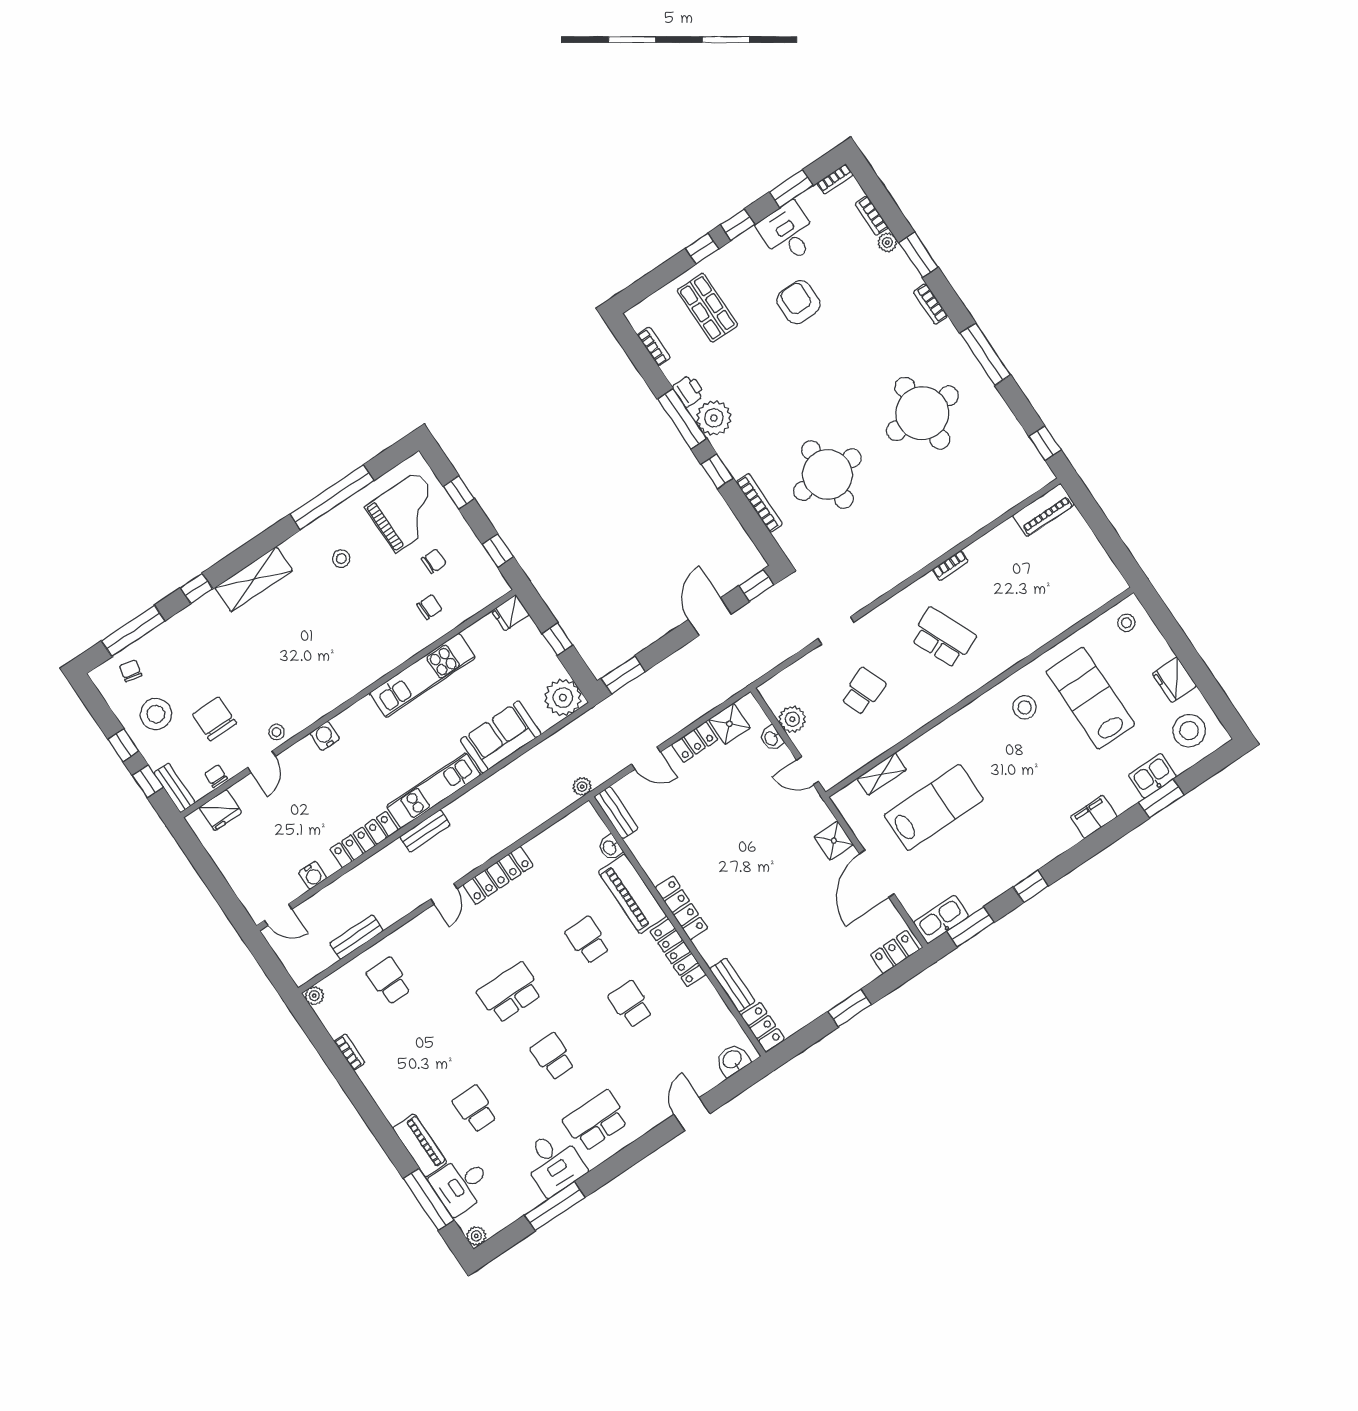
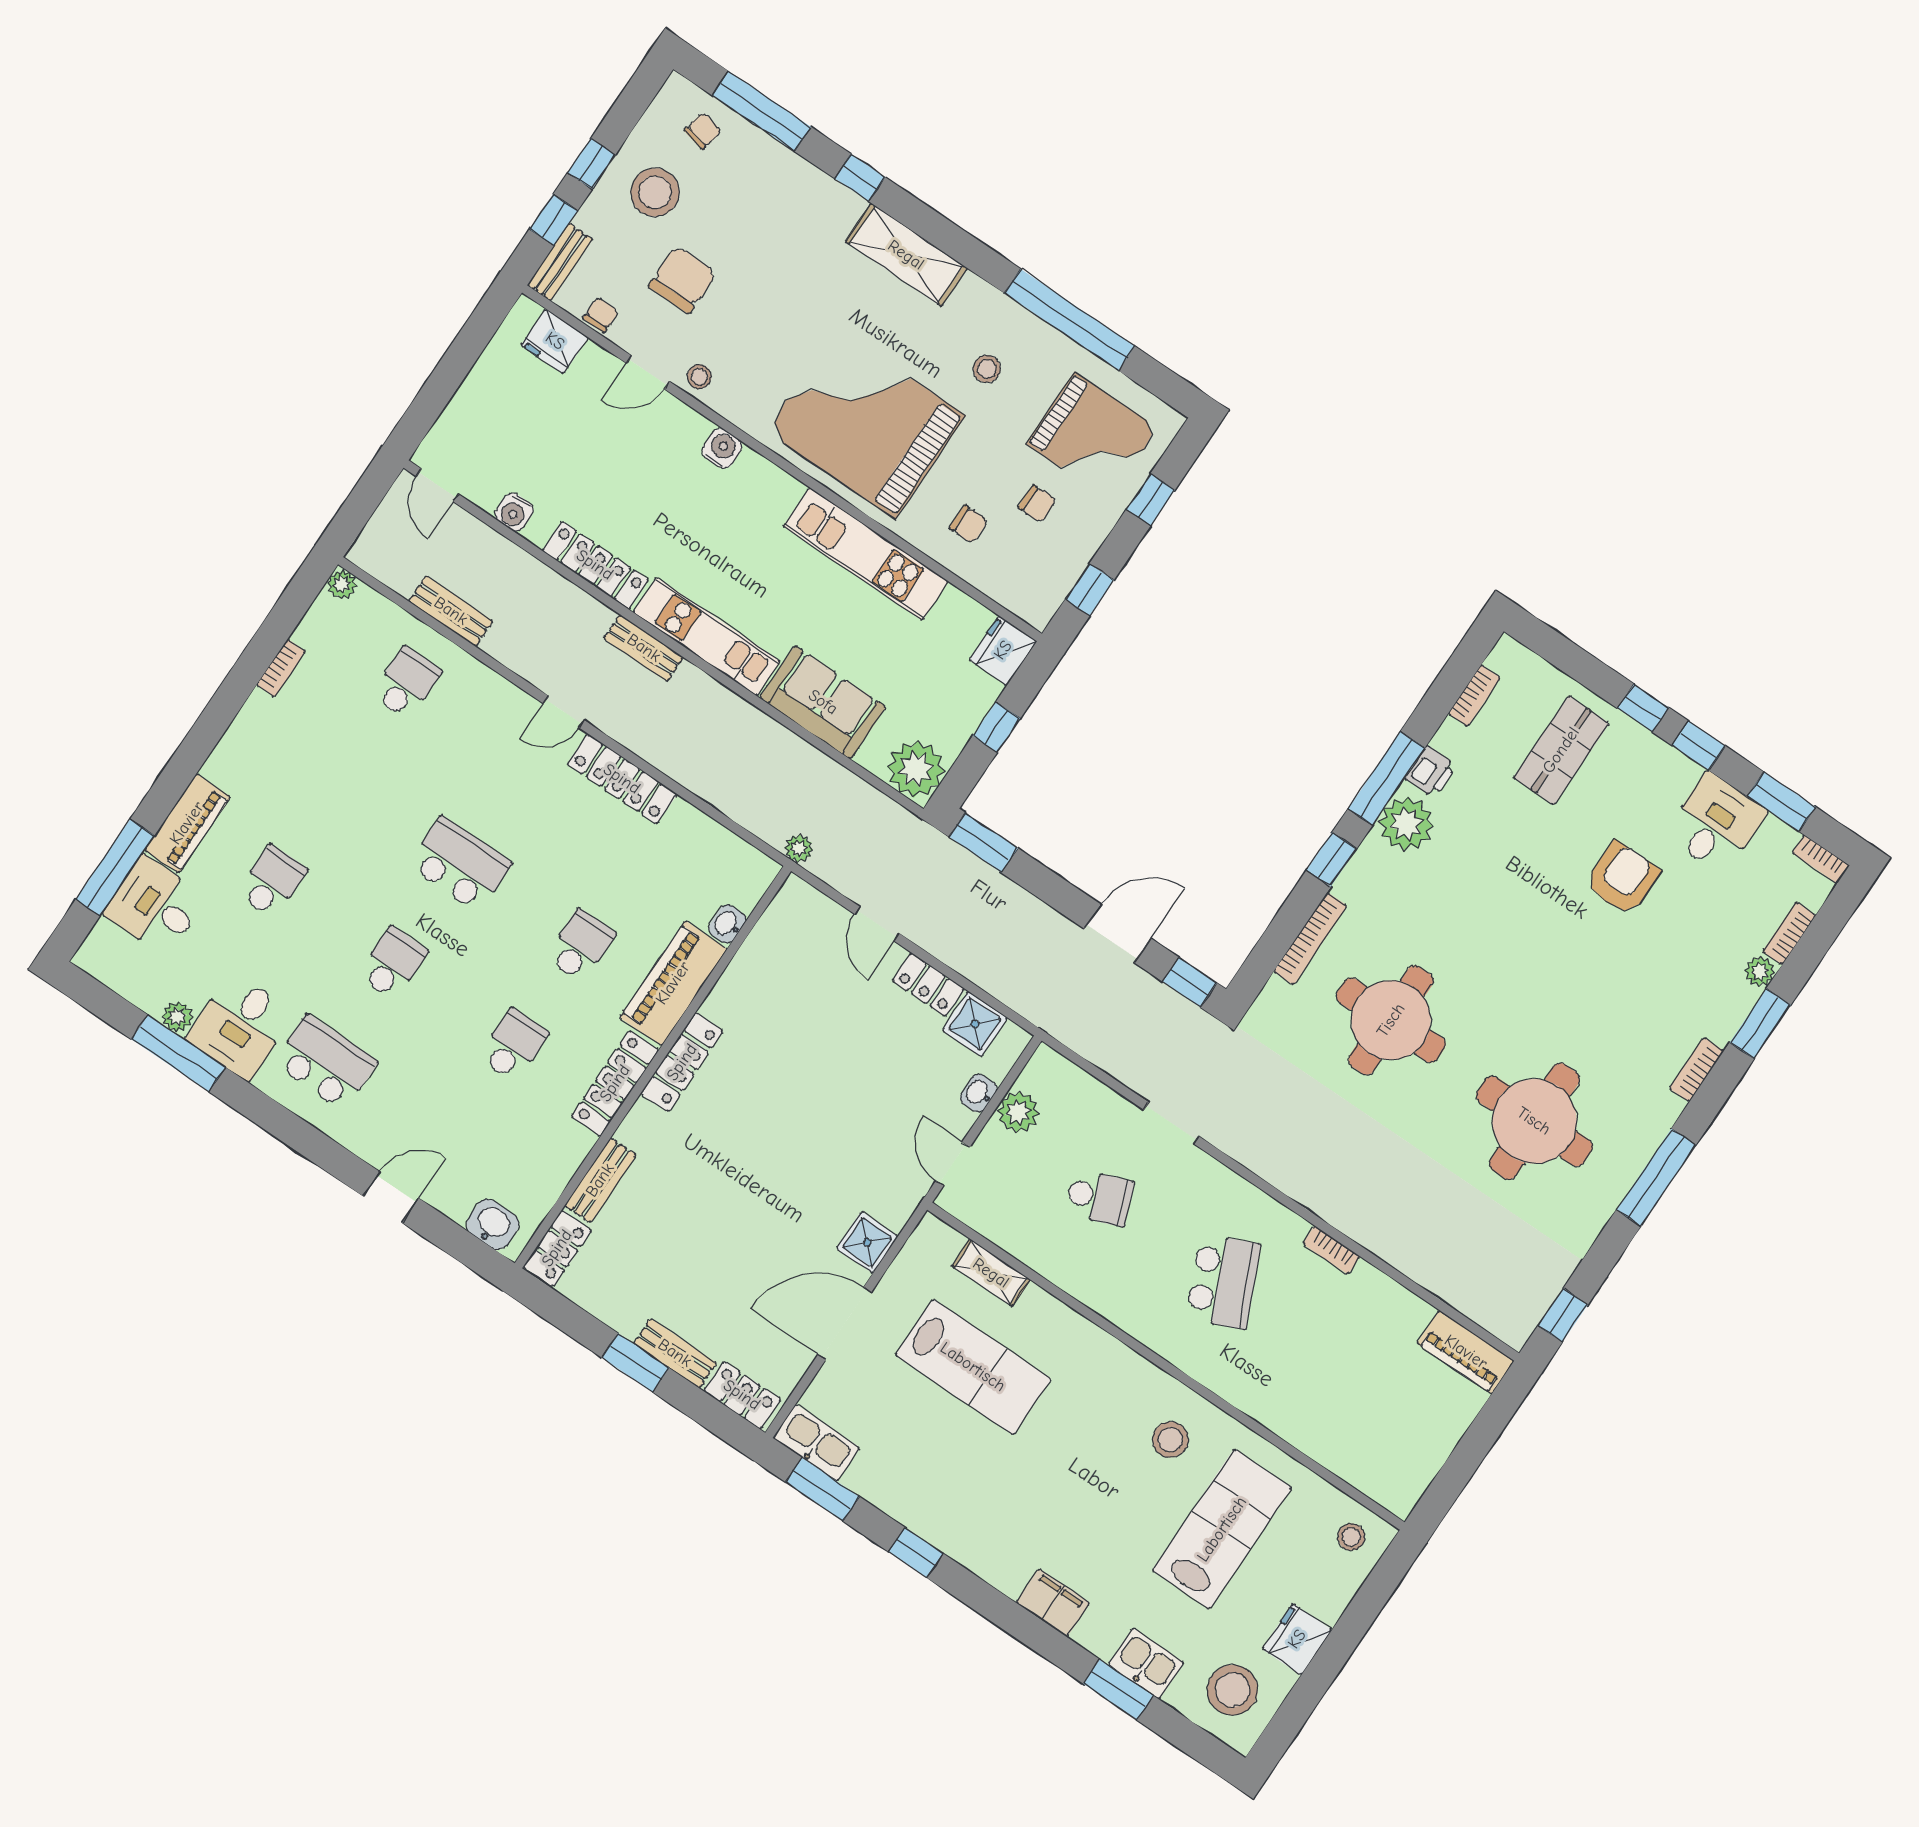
fridge: (510, 613) -> (1003, 650), width x1.38
grand piano: (344, 644) -> (865, 423), added
bench: (616, 813) -> (675, 1353), moved, turned 90
plant: (476, 1236) -> (177, 1017), moved

